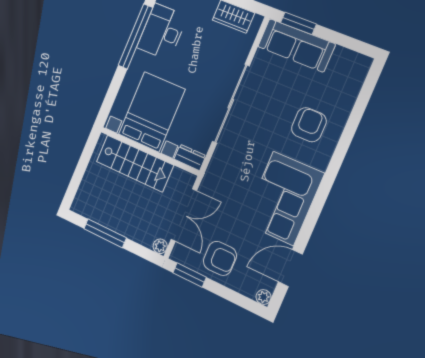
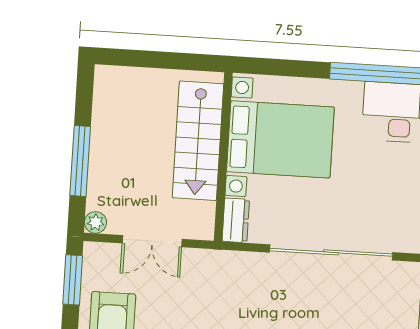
double door: (184, 215) -> (152, 241), width x0.73
window: (105, 233) -> (80, 161), moved

